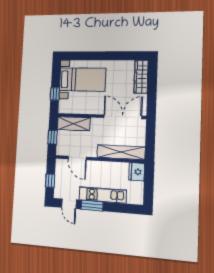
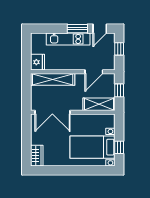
wardrobe: (141, 77) -> (37, 156), width x0.67
window: (55, 94) -> (119, 147), moved
door: (77, 158) -> (94, 72), swing flipped
door: (69, 204) -> (100, 29), swing flipped

